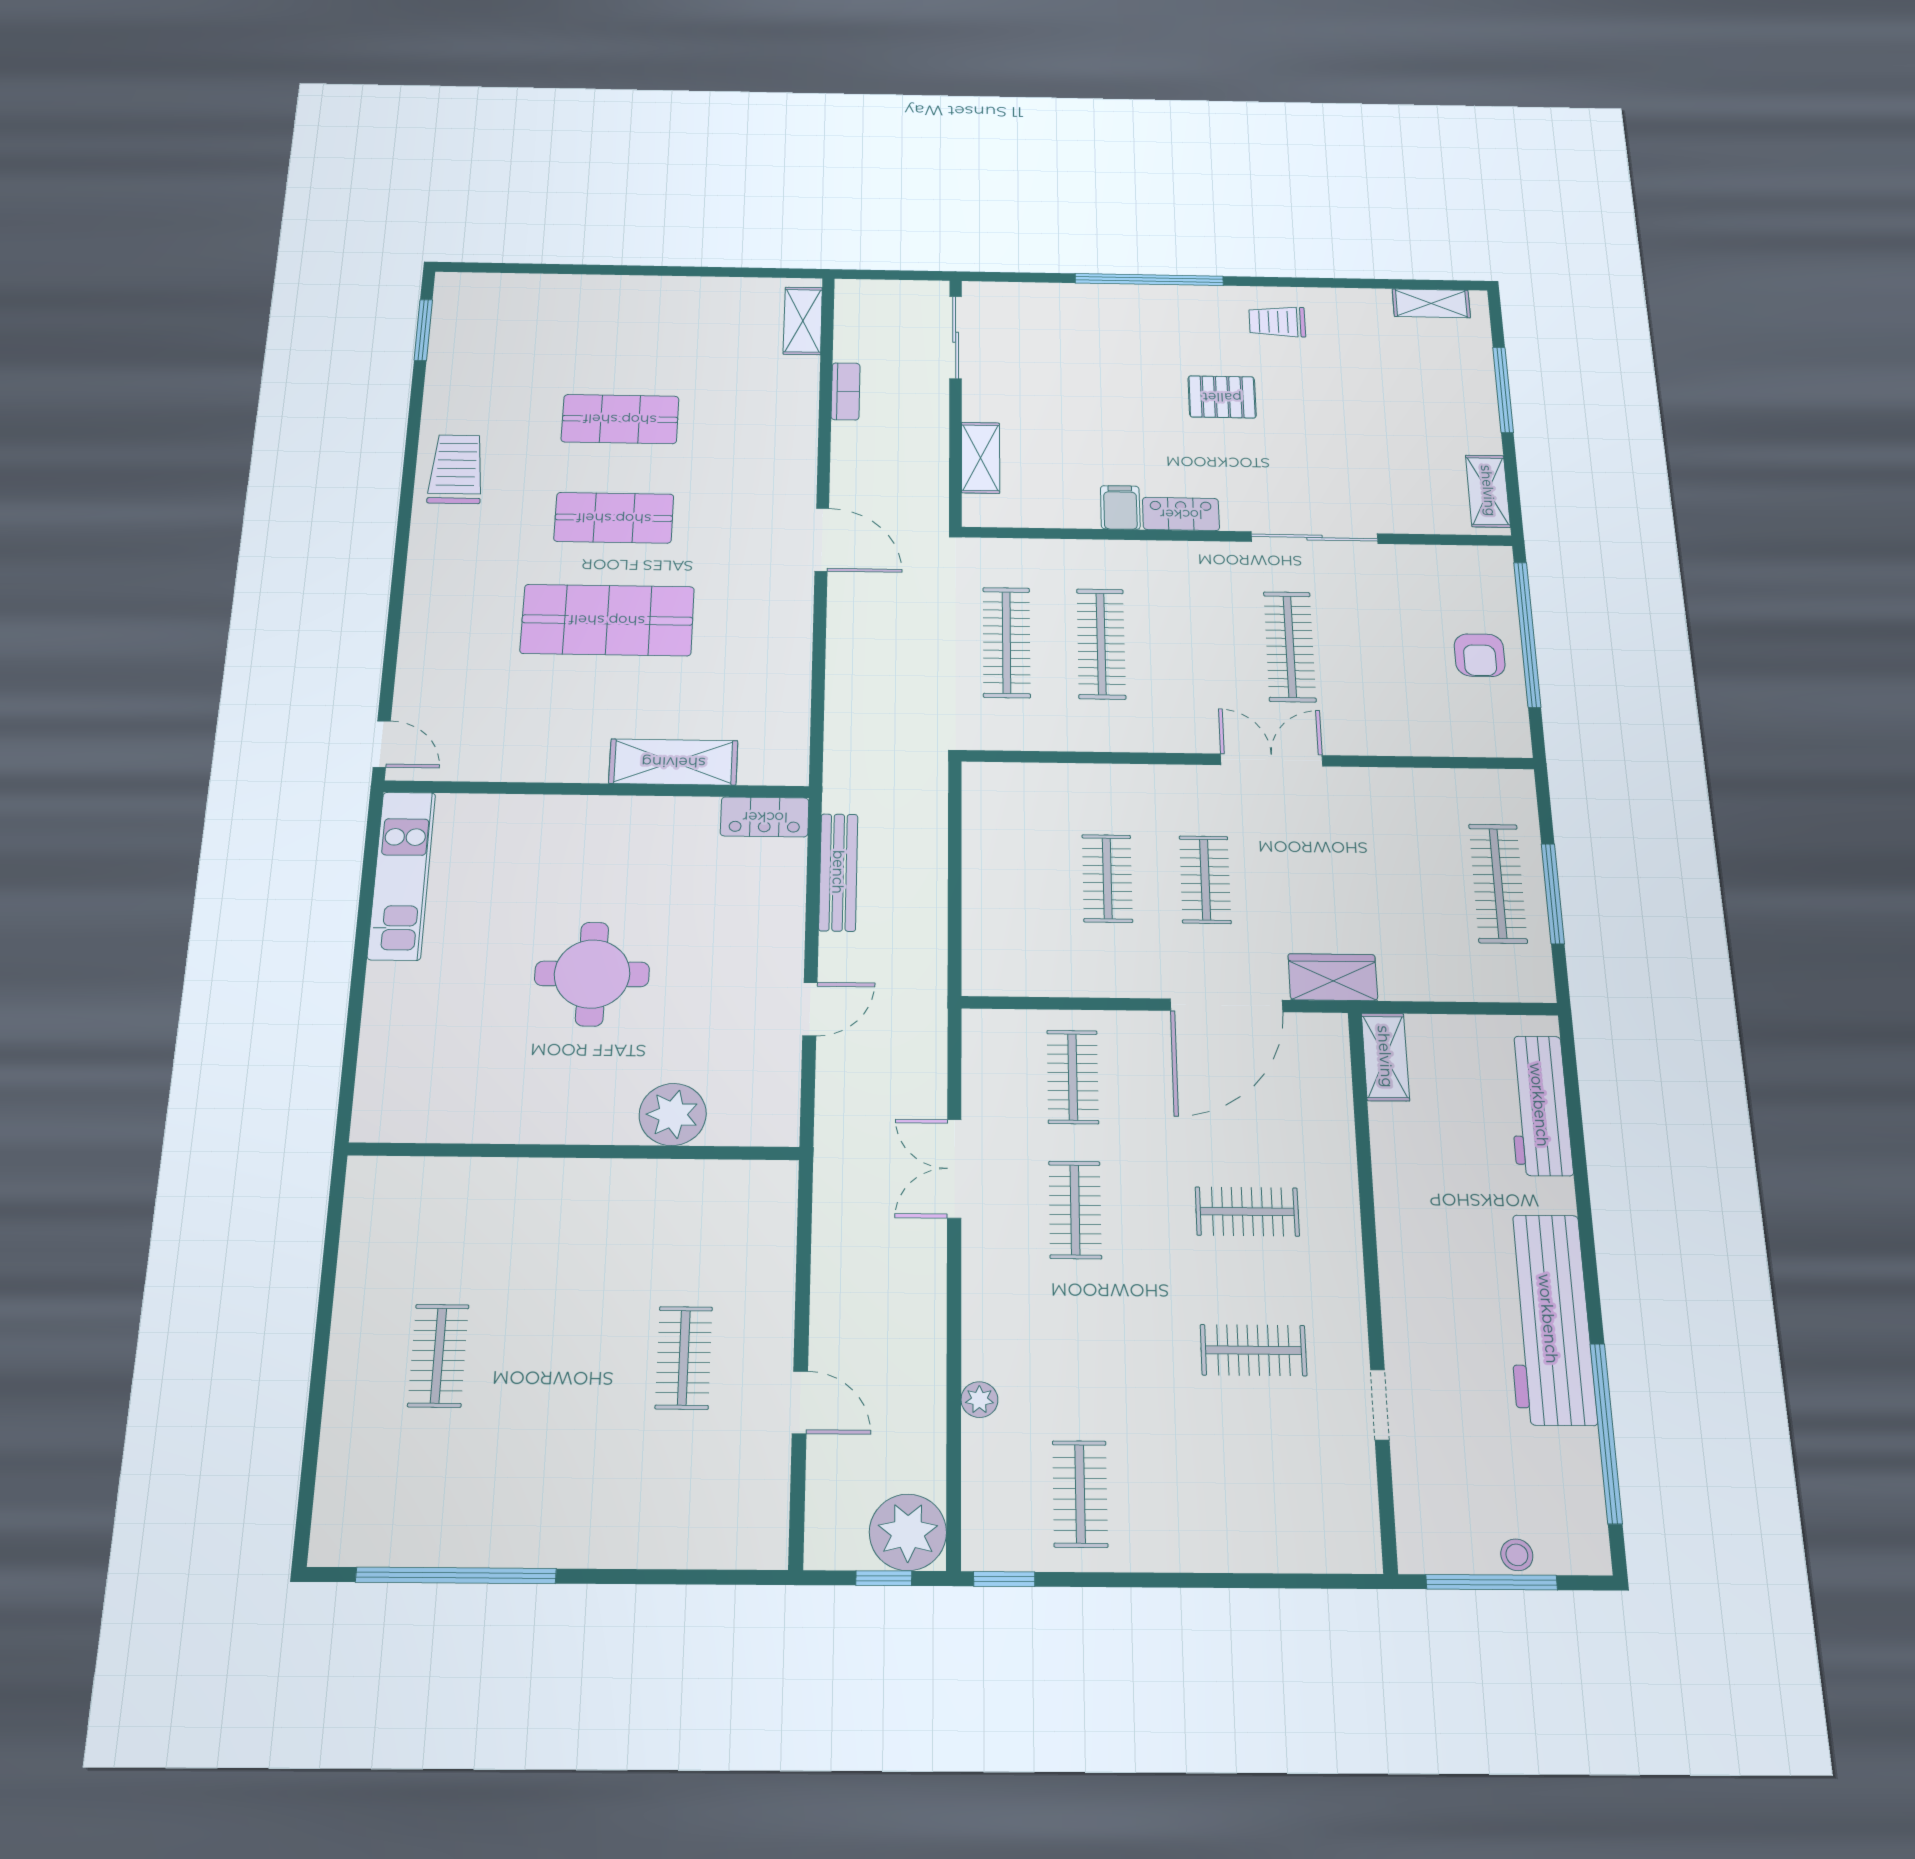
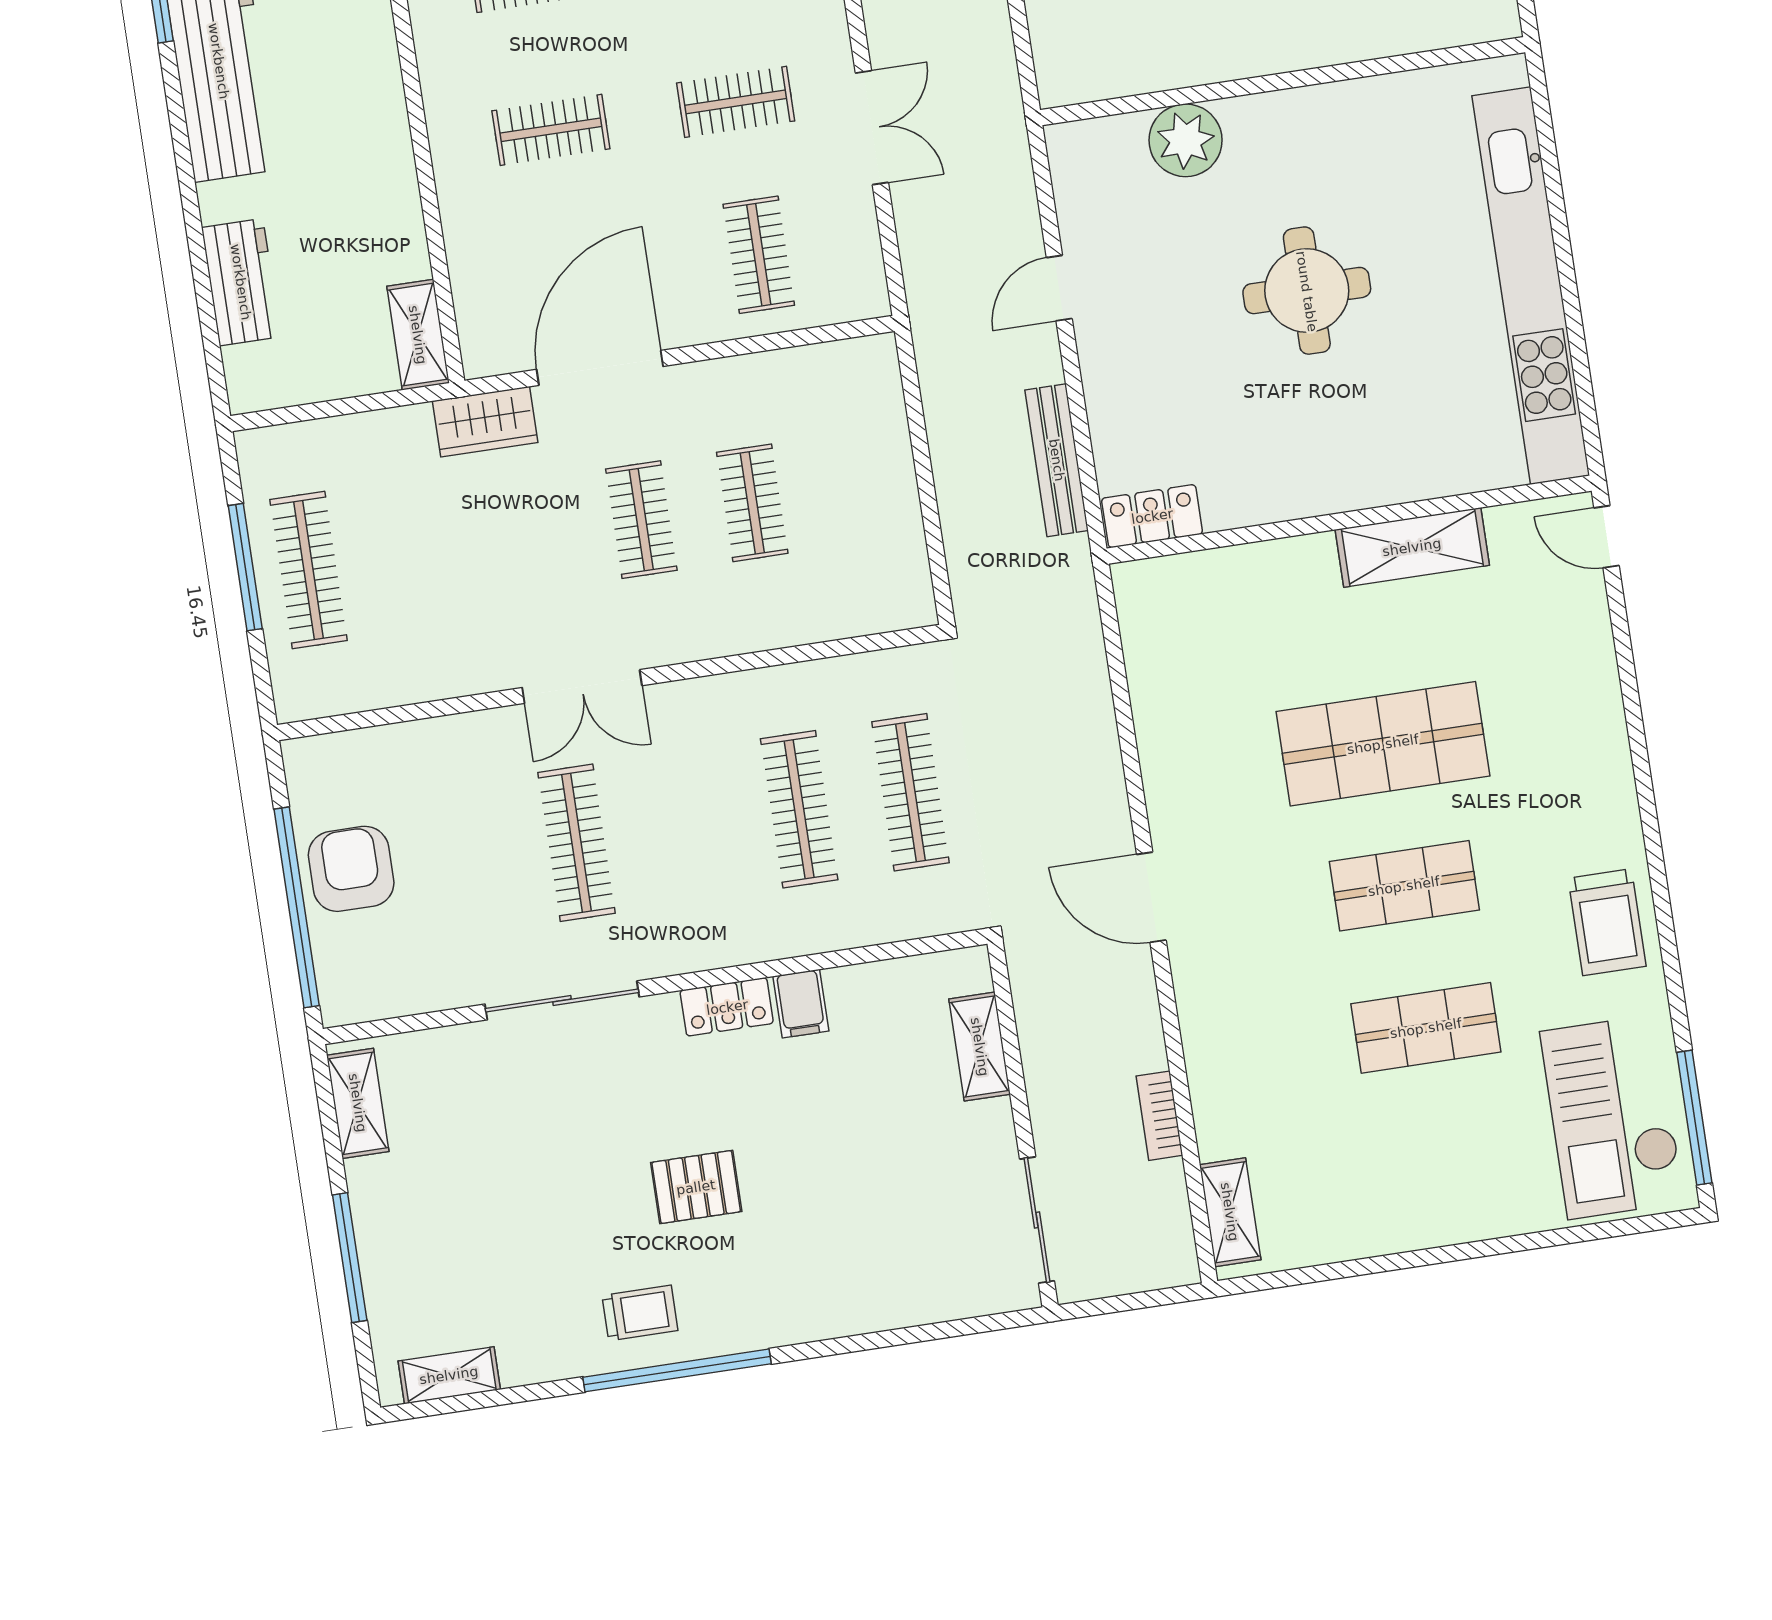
window: (1149, 280) -> (677, 1370), moved
window: (423, 330) -> (1694, 1118), width x1.44
checkout: (488, 340) -> (1612, 1117), added
armchair: (1480, 655) -> (351, 869), width x1.38, depth x1.38
shelving: (673, 762) -> (1412, 547), moved
kitchen unit: (402, 875) -> (1531, 286), width x1.86
workbench: (1539, 1105) -> (241, 282), width x0.73
clothes rail: (1075, 1210) -> (736, 102), turned 90

